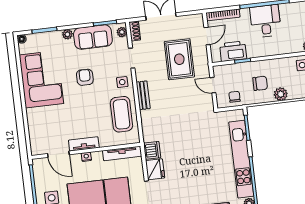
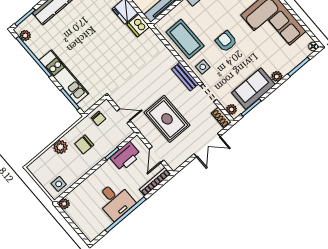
armchair: (85, 77) -> (226, 41), moved, turned 180
bench: (143, 95) -> (185, 77), moved
kitchen unit: (241, 159) -> (64, 77), width x0.73

